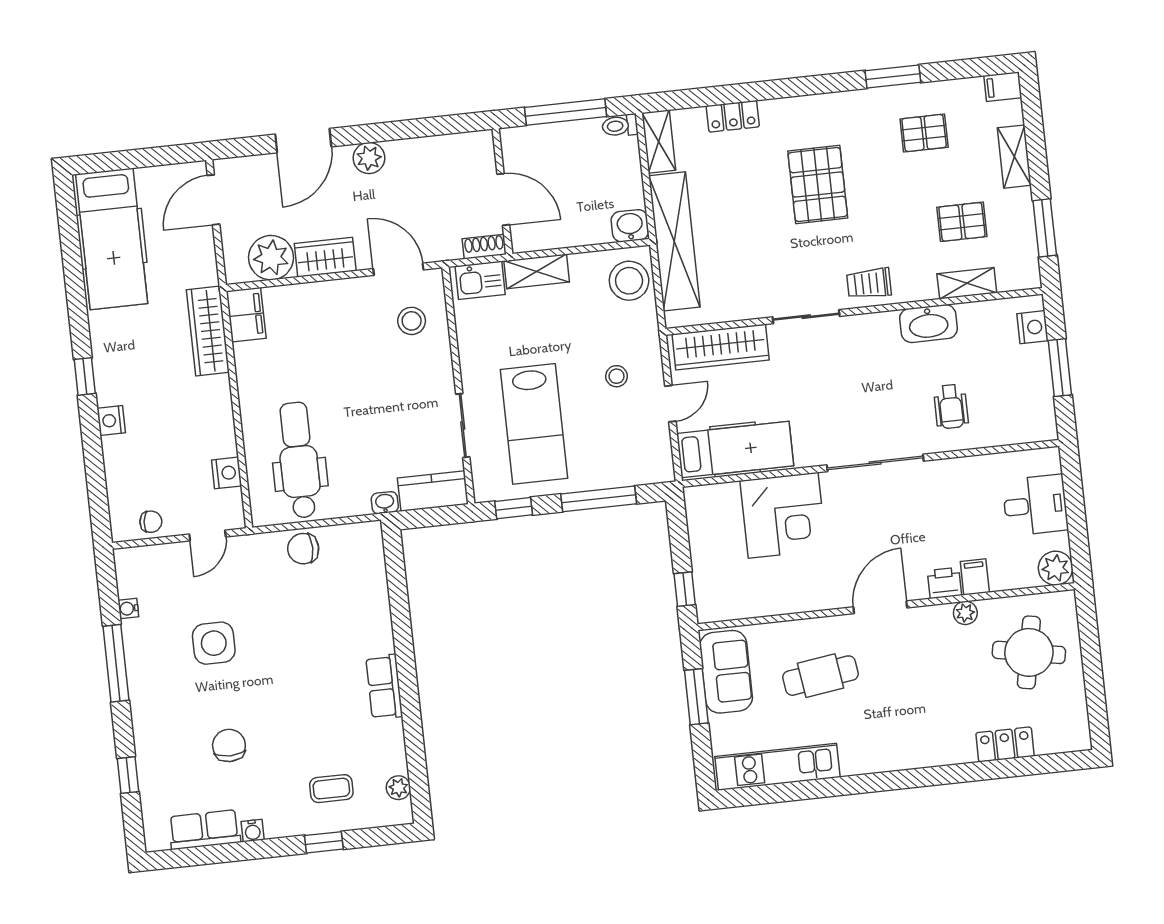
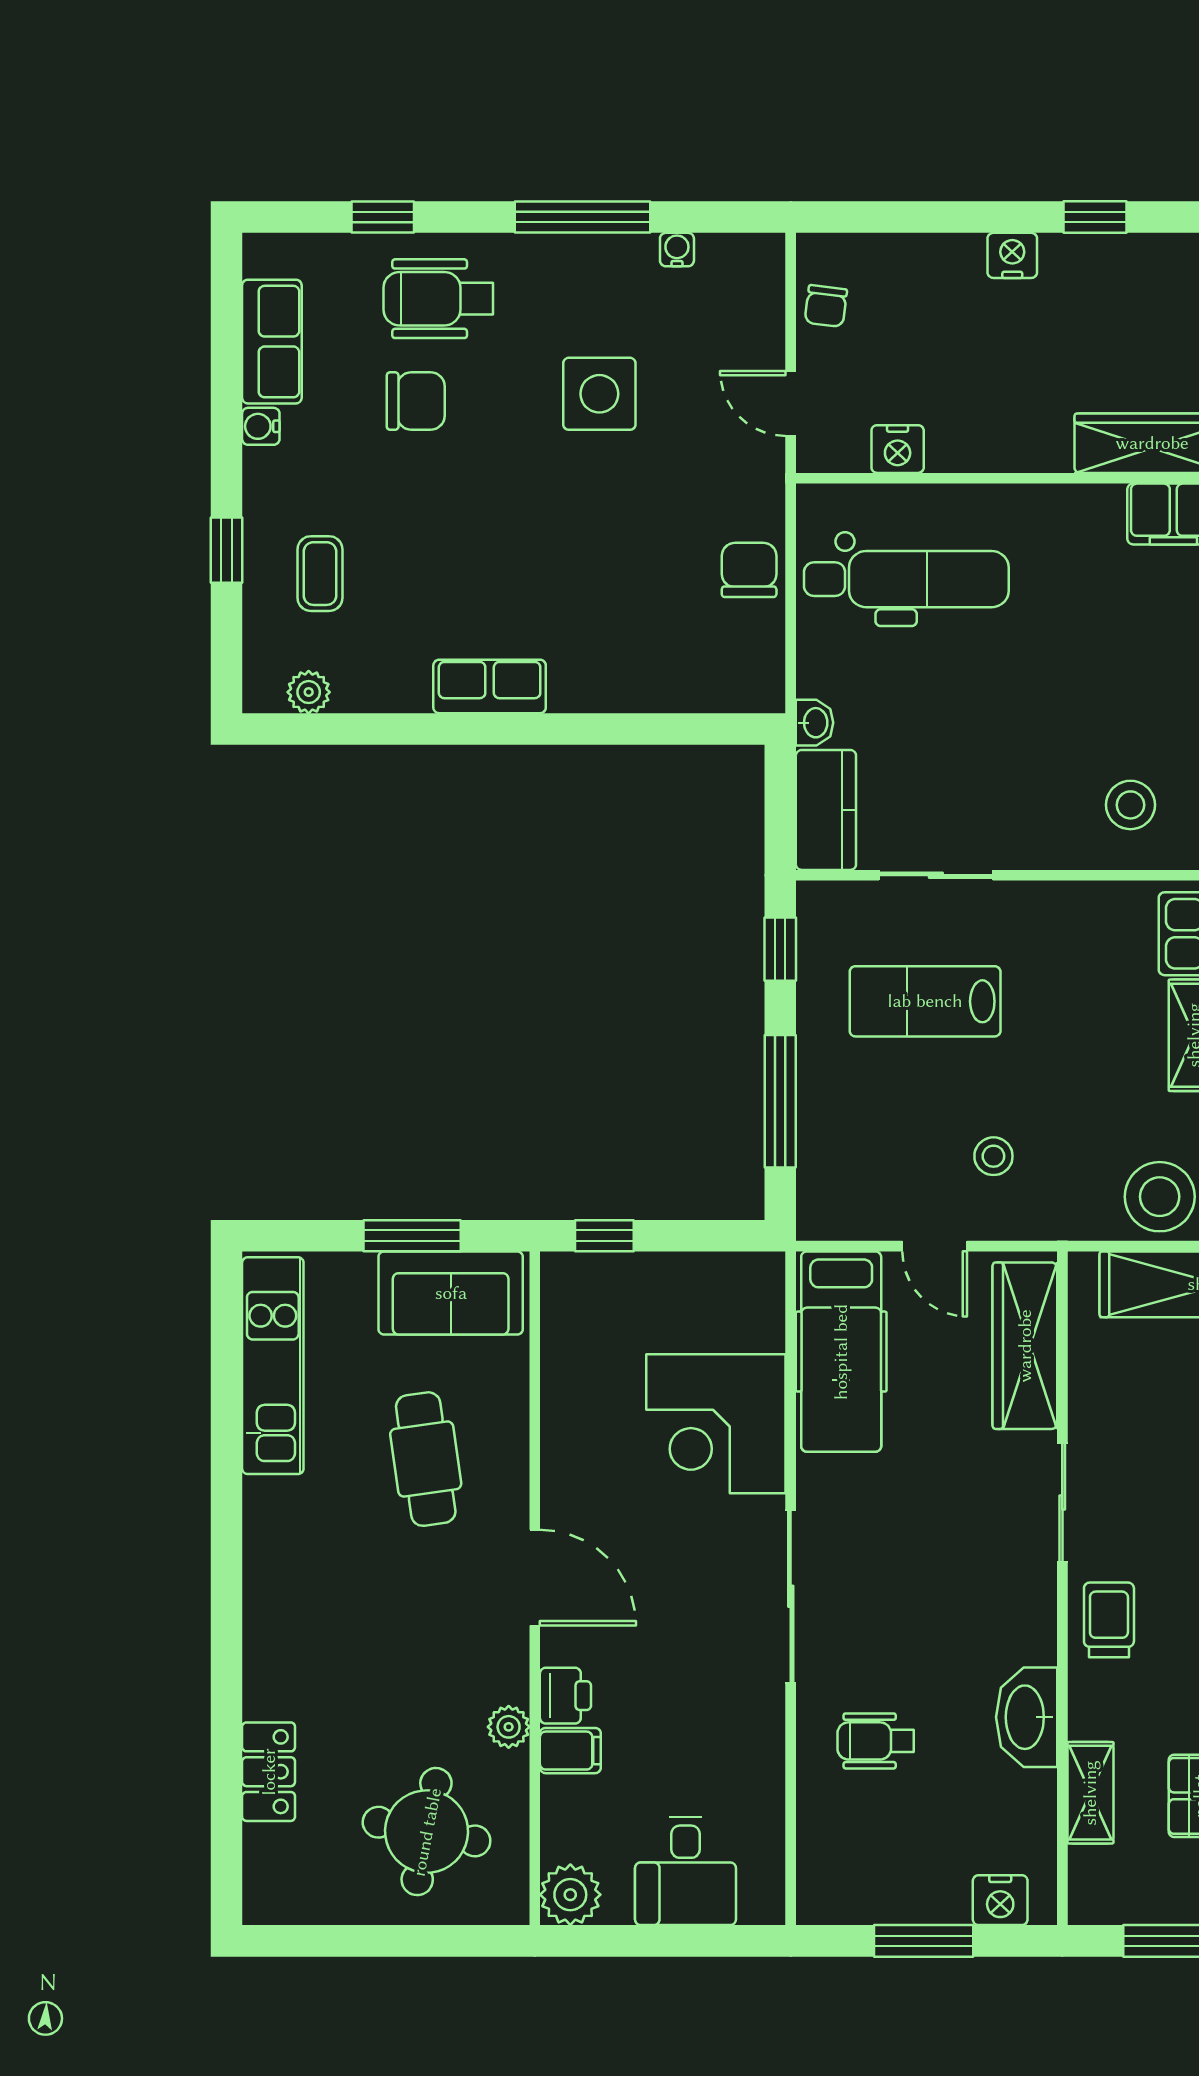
lab bench: (534, 424) -> (925, 1001), width x0.73, depth x0.72
wheelchair: (170, 739) -> (438, 299), added

